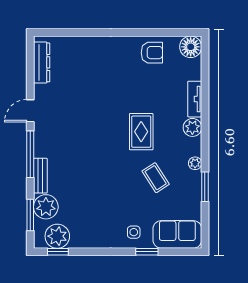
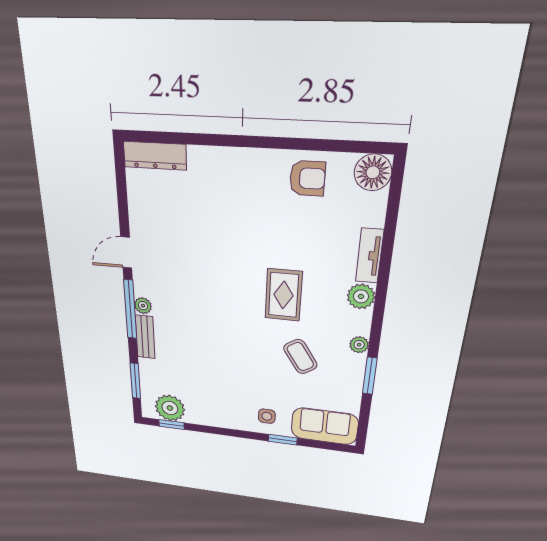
dresser: (42, 62) -> (155, 156), moved, turned 90
plant: (46, 207) -> (143, 306), moved, width x0.53, depth x0.53

